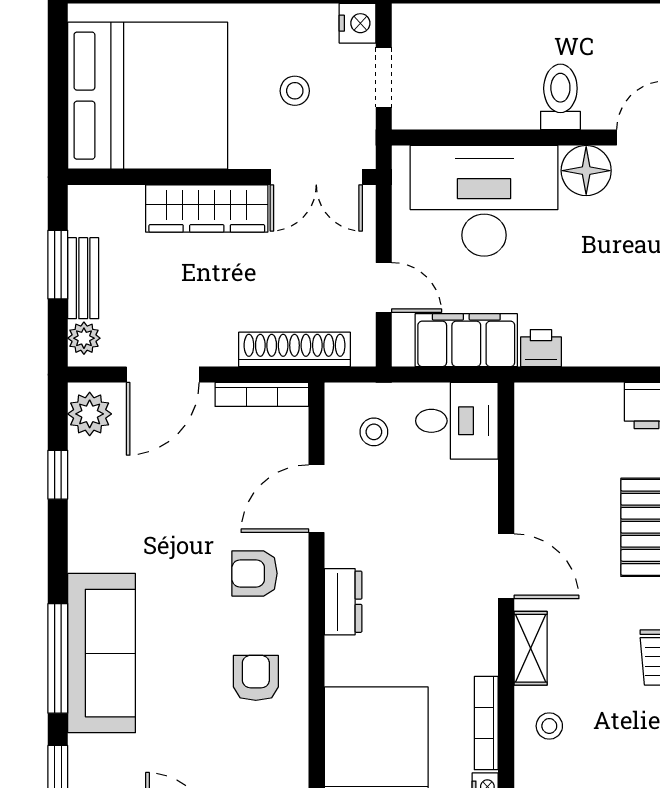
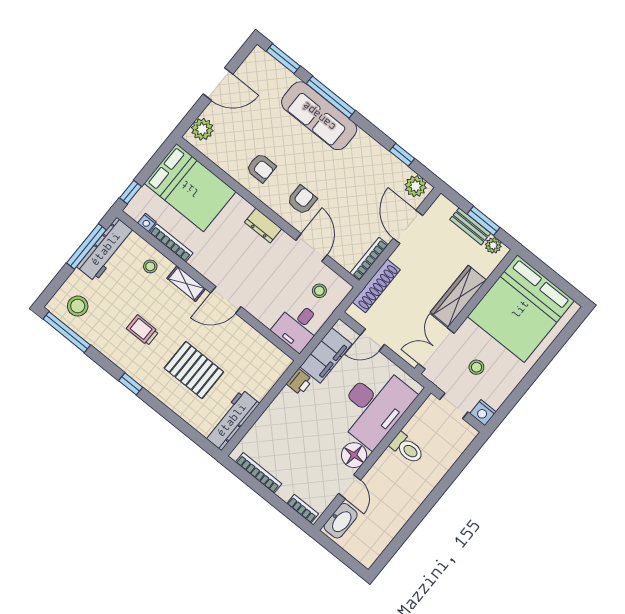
toilet: (560, 97) -> (407, 448), moved
plant: (84, 338) -> (493, 245), moved

